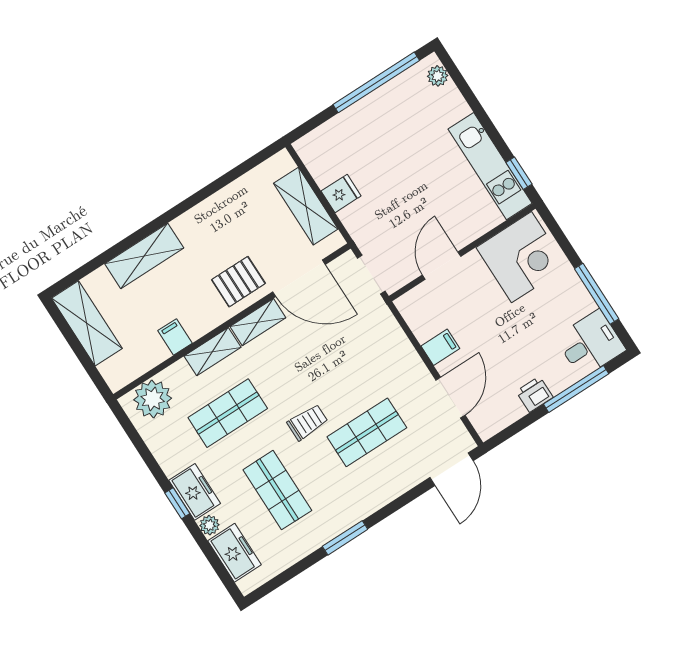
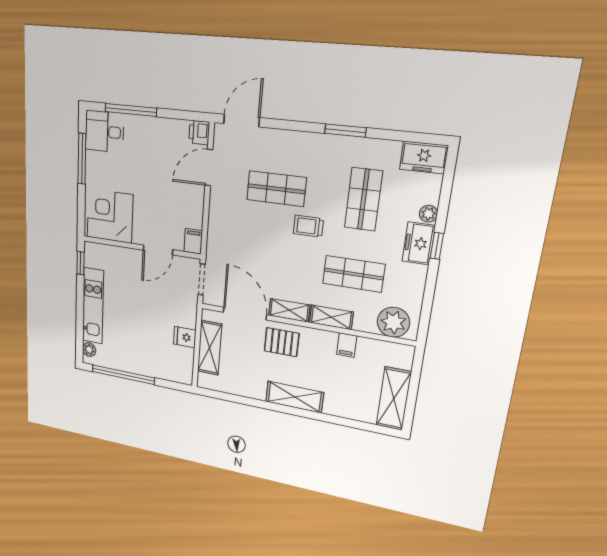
kitchen unit: (490, 166) -> (93, 306), moved
shelving: (144, 256) -> (295, 397), moved
filing cabinet: (440, 347) -> (193, 241), moved, turned 90
printer: (535, 394) -> (199, 133), moved, turned 90
freezer: (235, 553) -> (424, 157), moved, turned -90

